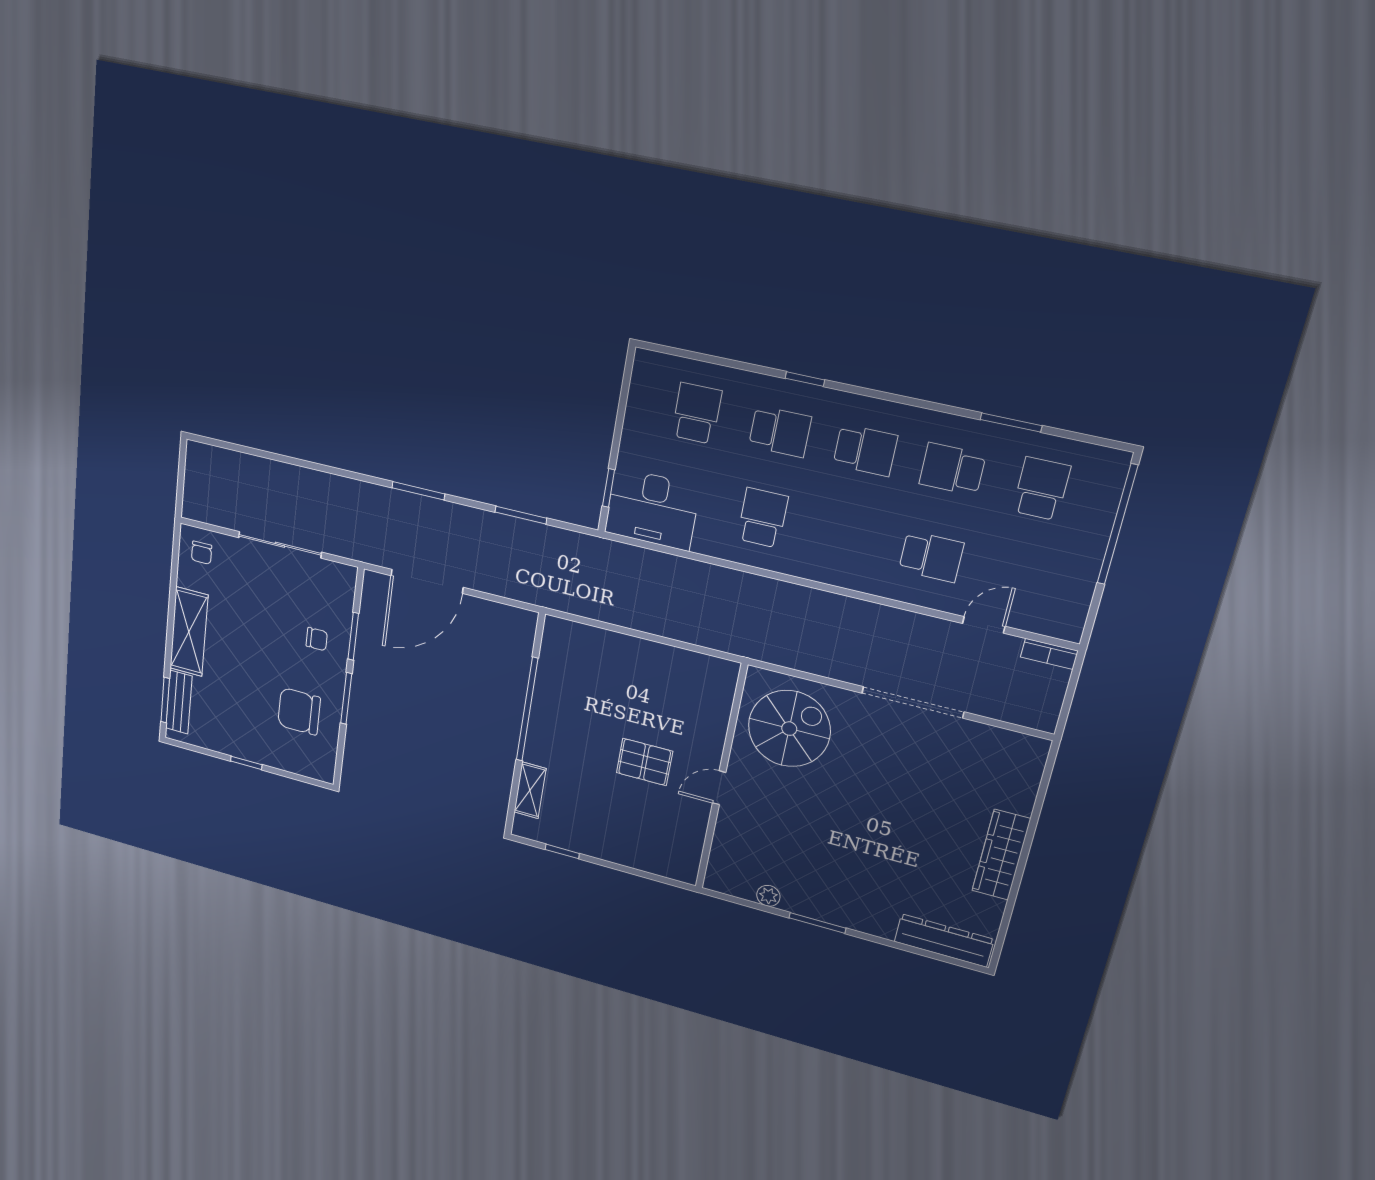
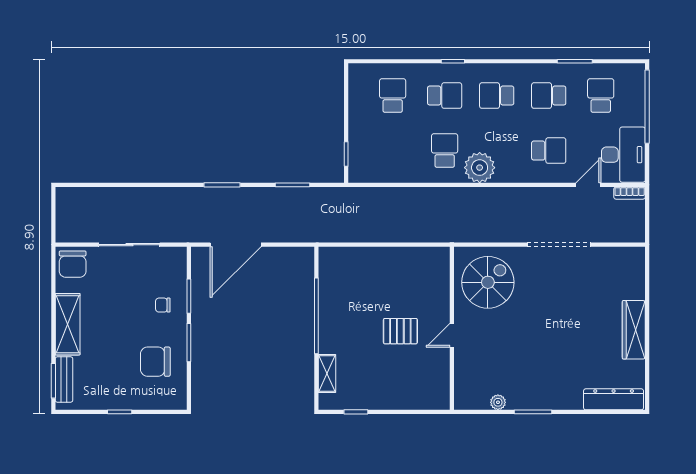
school desk: (865, 450) -> (497, 96), turned 180
desk: (652, 509) -> (623, 155), moved, turned -90
chair: (202, 553) -> (73, 264), width x1.87, depth x1.87
plant: (813, 557) -> (480, 168), added
chair: (317, 639) -> (163, 305), turned 180

